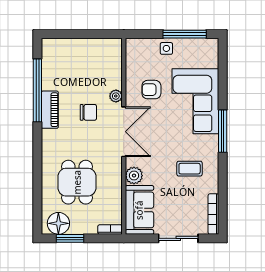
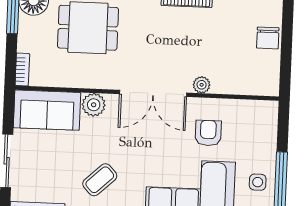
side table: (166, 48) -> (258, 182), moved
chair: (88, 112) -> (268, 38), moved
coffee table: (190, 169) -> (100, 180), turned 47

